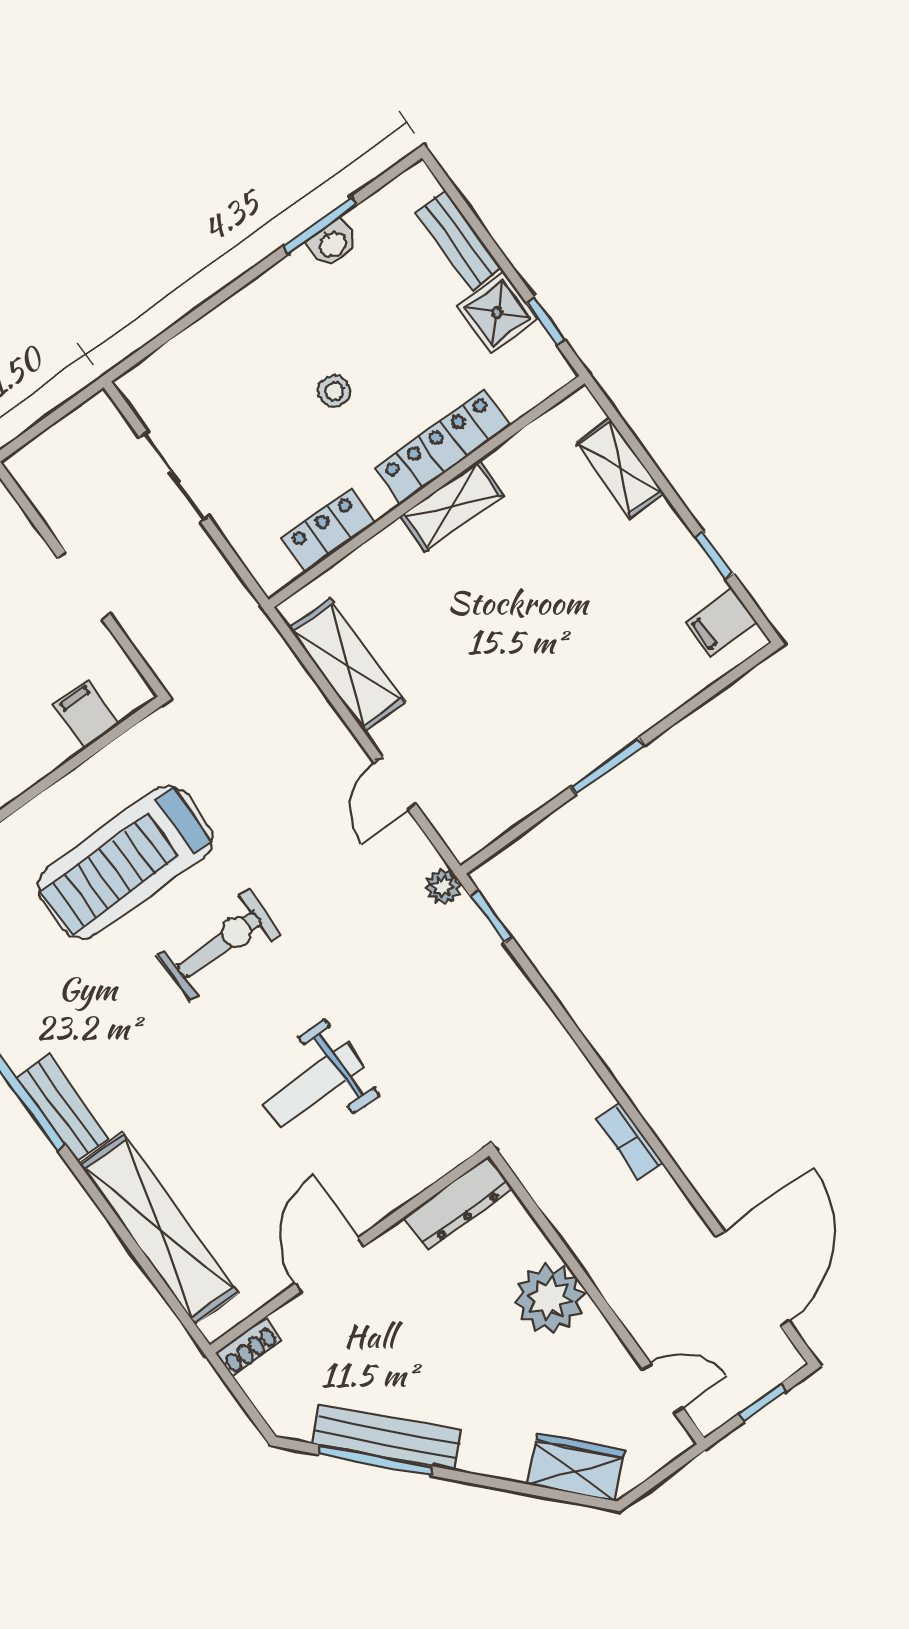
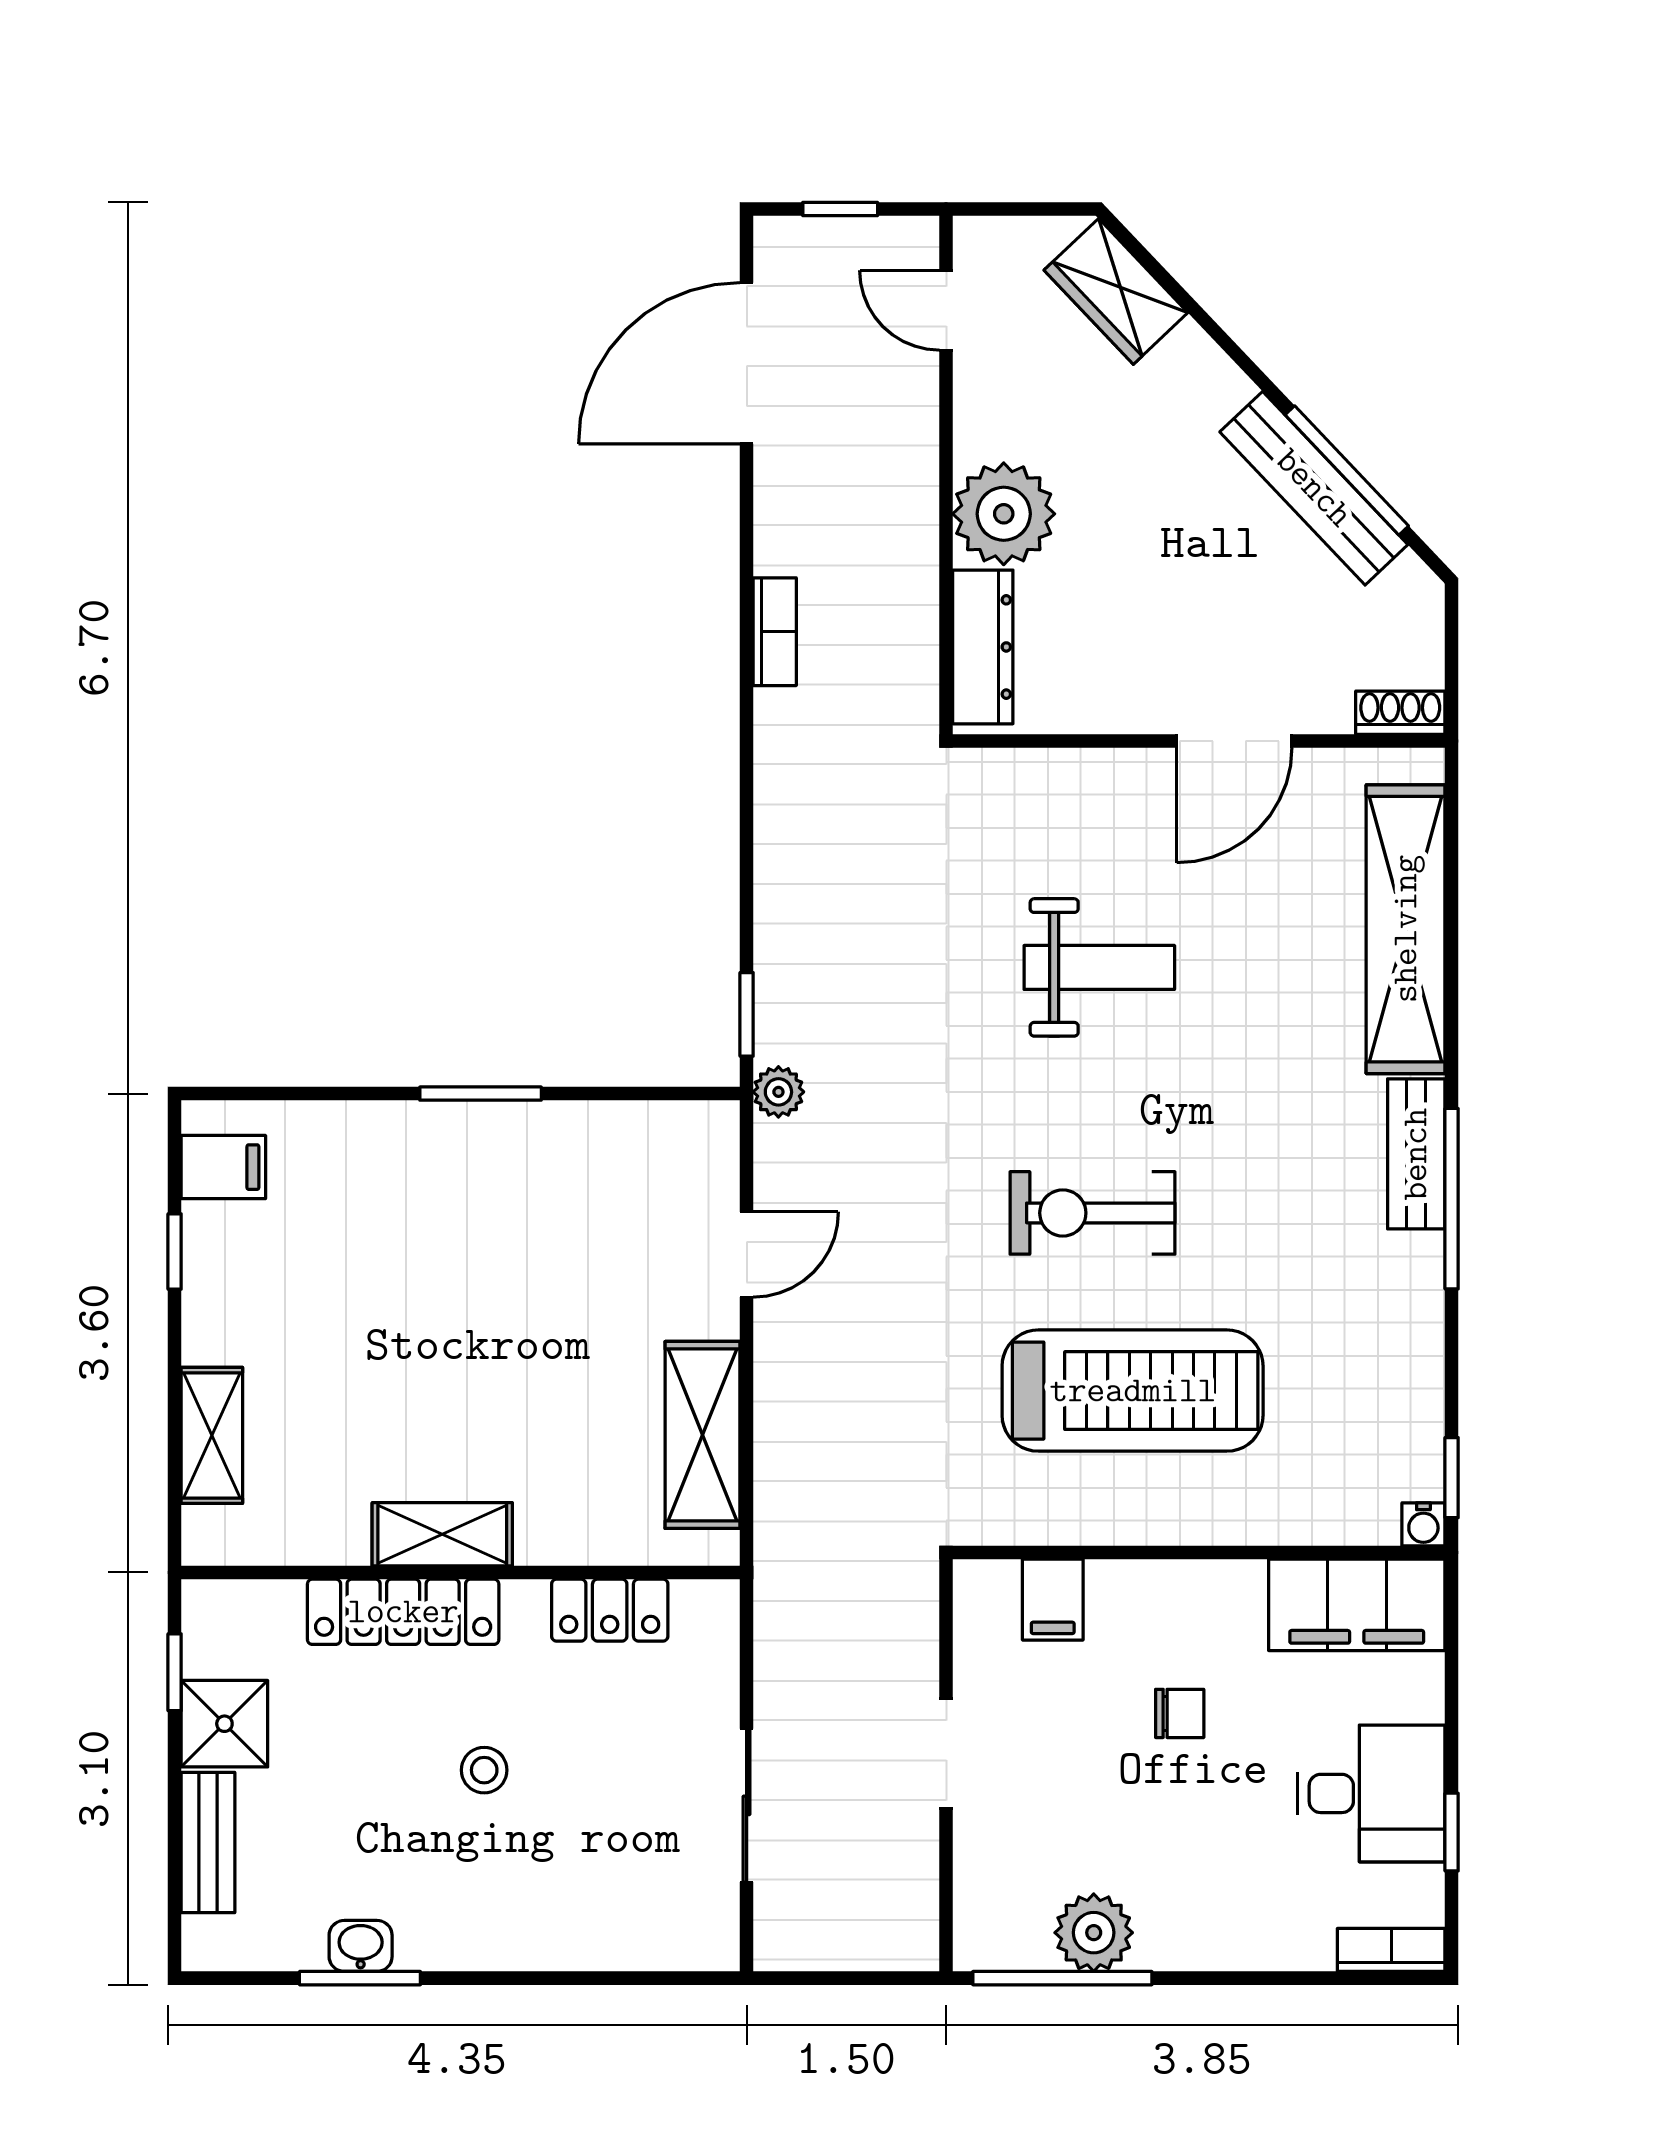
dresser: (458, 1203) -> (983, 647), moved, turned 90

